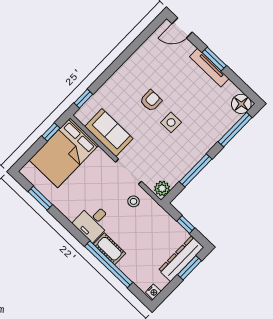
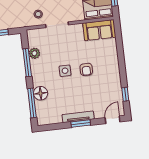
window: (83, 99) -> (125, 94), moved
floor lamp: (241, 104) -> (41, 93), moved
sofa: (109, 133) -> (99, 30), moved
plant: (162, 188) -> (34, 53), moved

